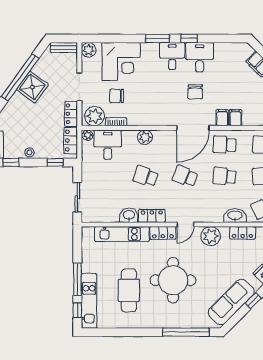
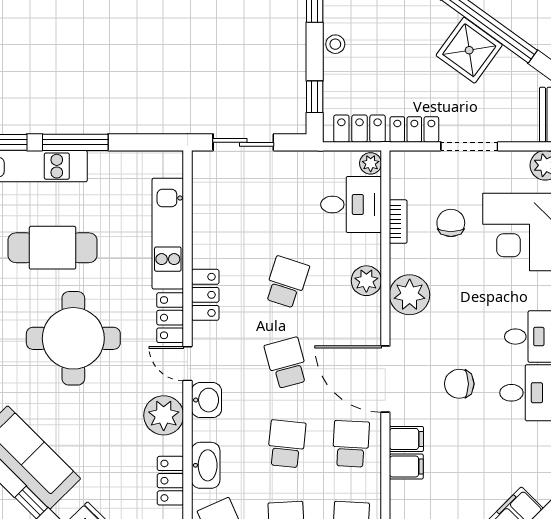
plant: (95, 116) -> (410, 295), moved
school desk: (185, 176) -> (286, 363), turned -36
washbasin: (129, 215) -> (206, 400), moved

